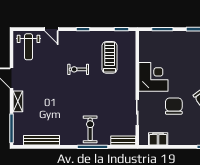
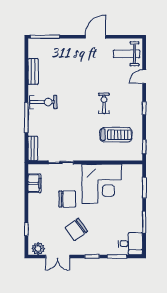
corner desk: (153, 77) -> (102, 184), width x1.36, depth x1.36
shelving: (18, 101) -> (72, 43), removed
exercise bike: (90, 129) -> (43, 102), moved
bench: (42, 140) -> (33, 71), width x0.73

